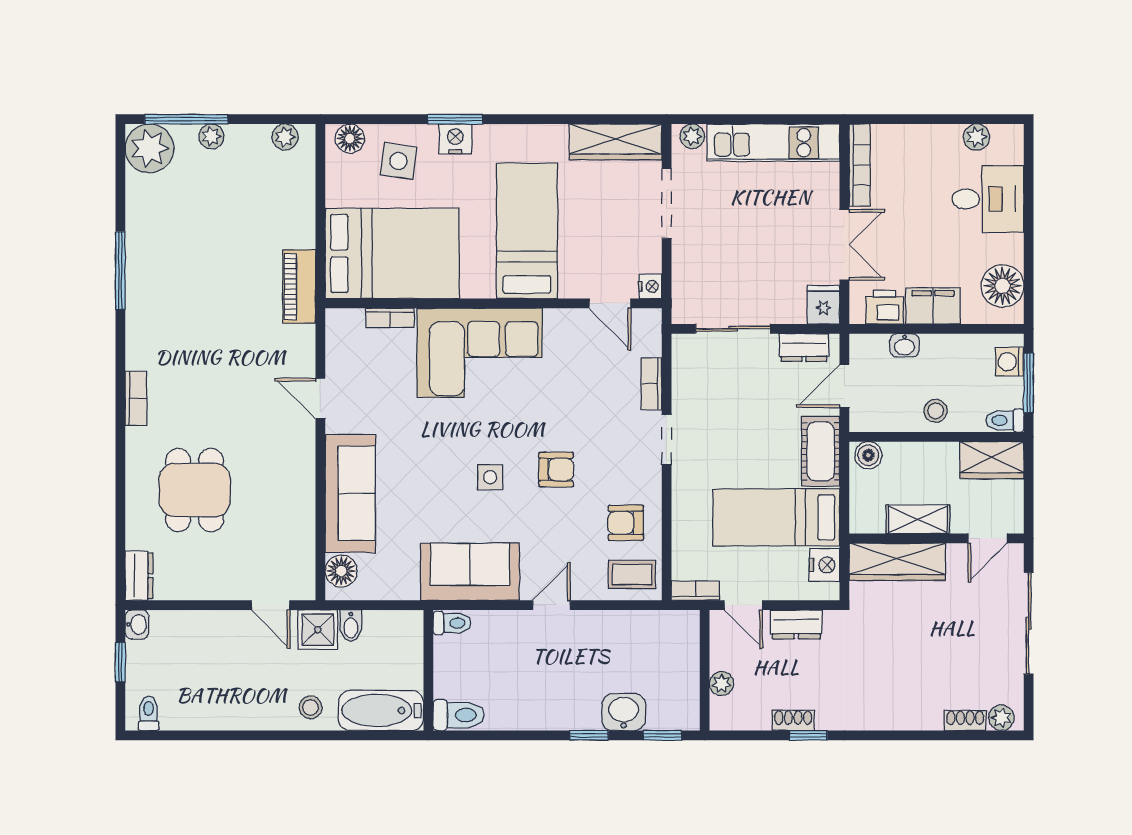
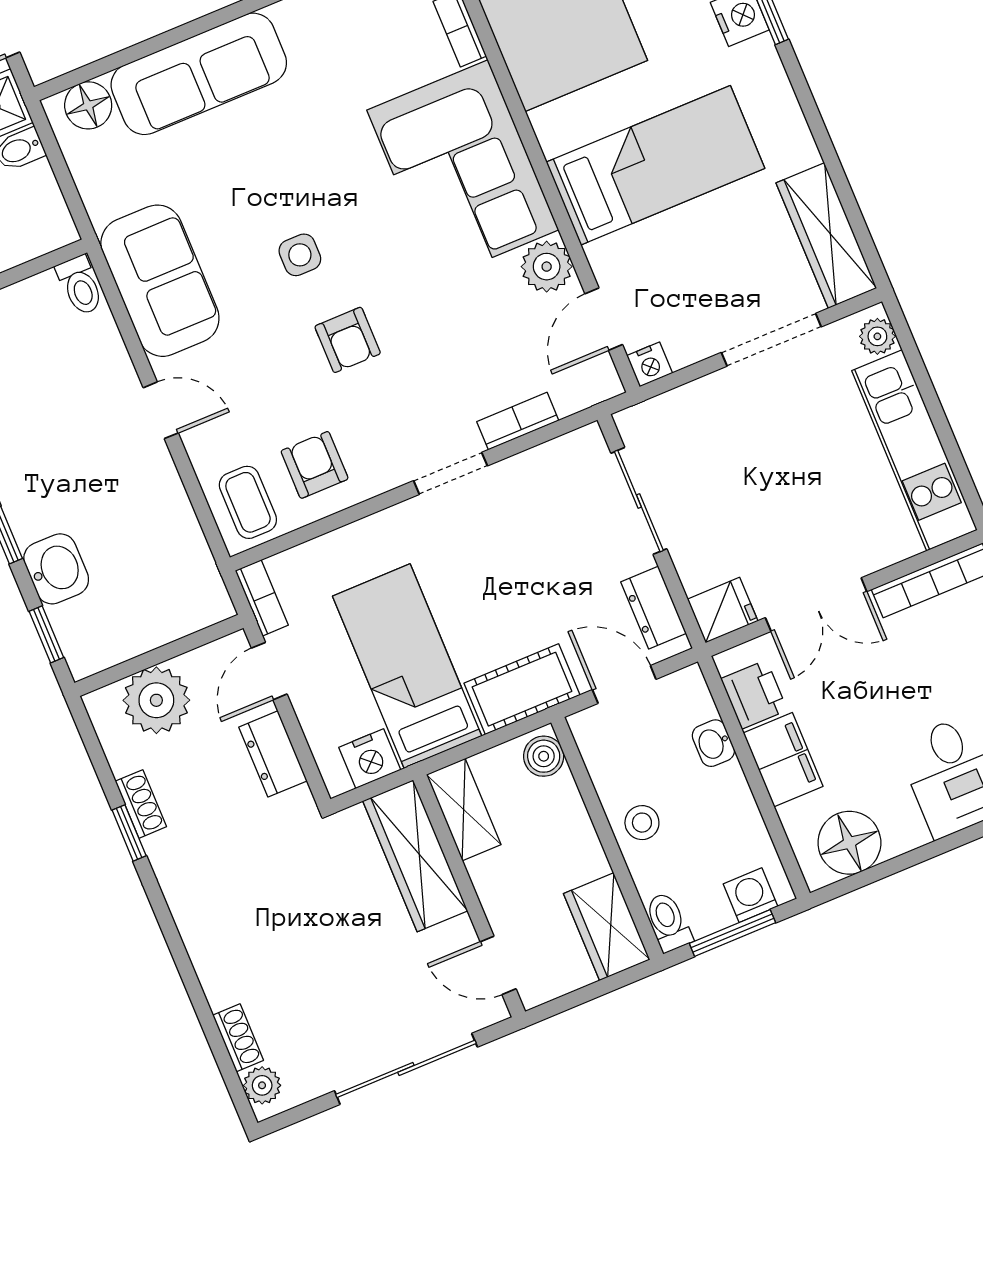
plant: (562, 326) -> (547, 267), added
shelving: (918, 519) -> (464, 810), moved
plant: (722, 684) -> (156, 700), width x1.88, depth x1.88

